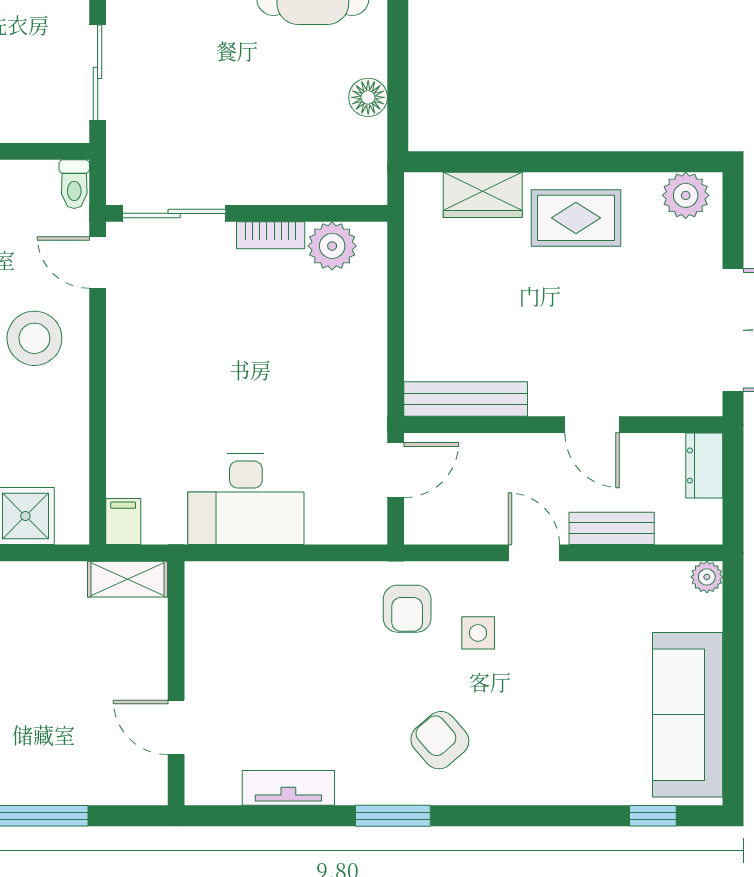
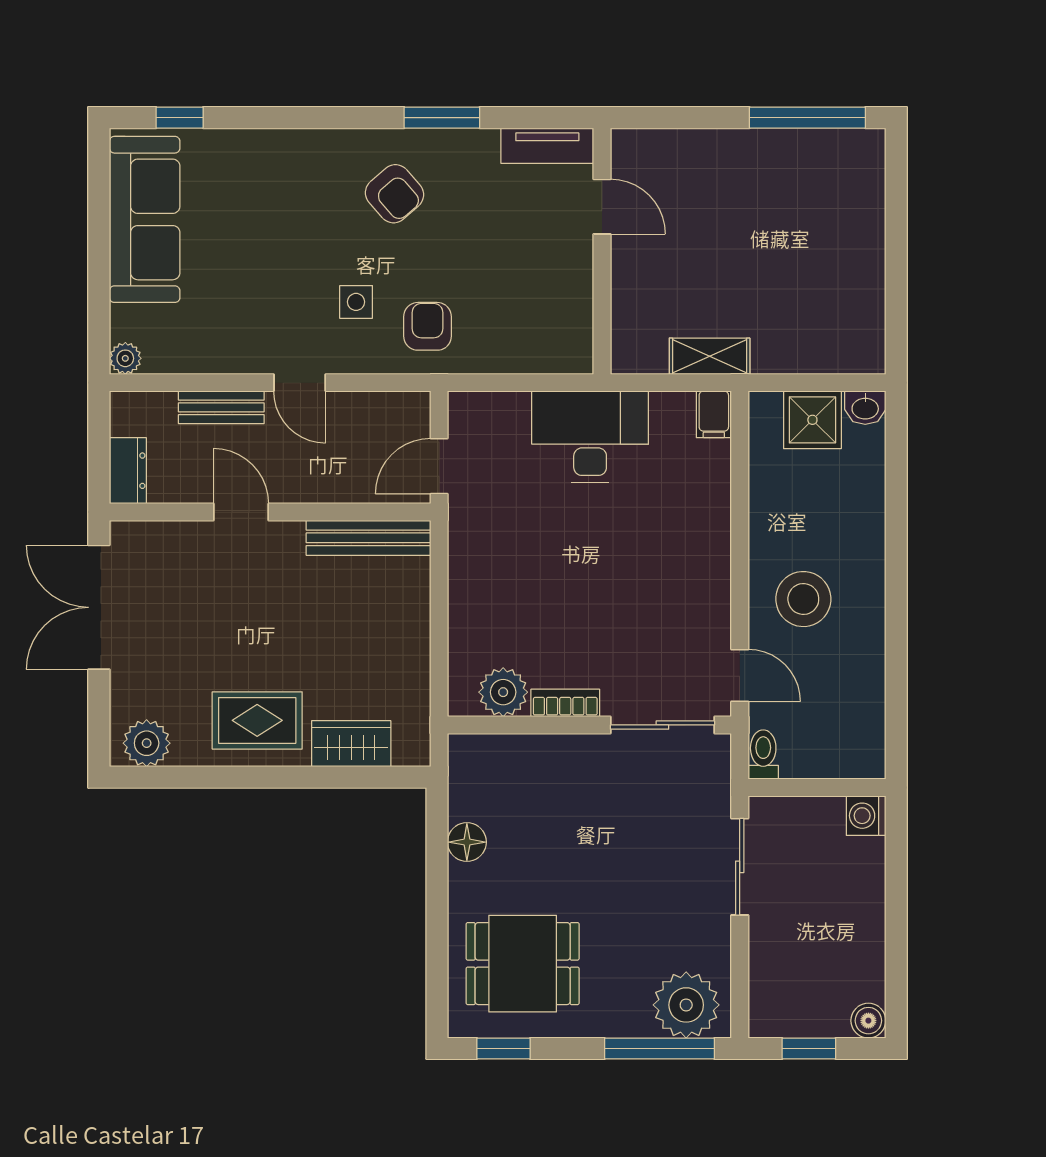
wall: (176, 683) -> (602, 251), moved
door: (176, 727) -> (602, 207), moved

